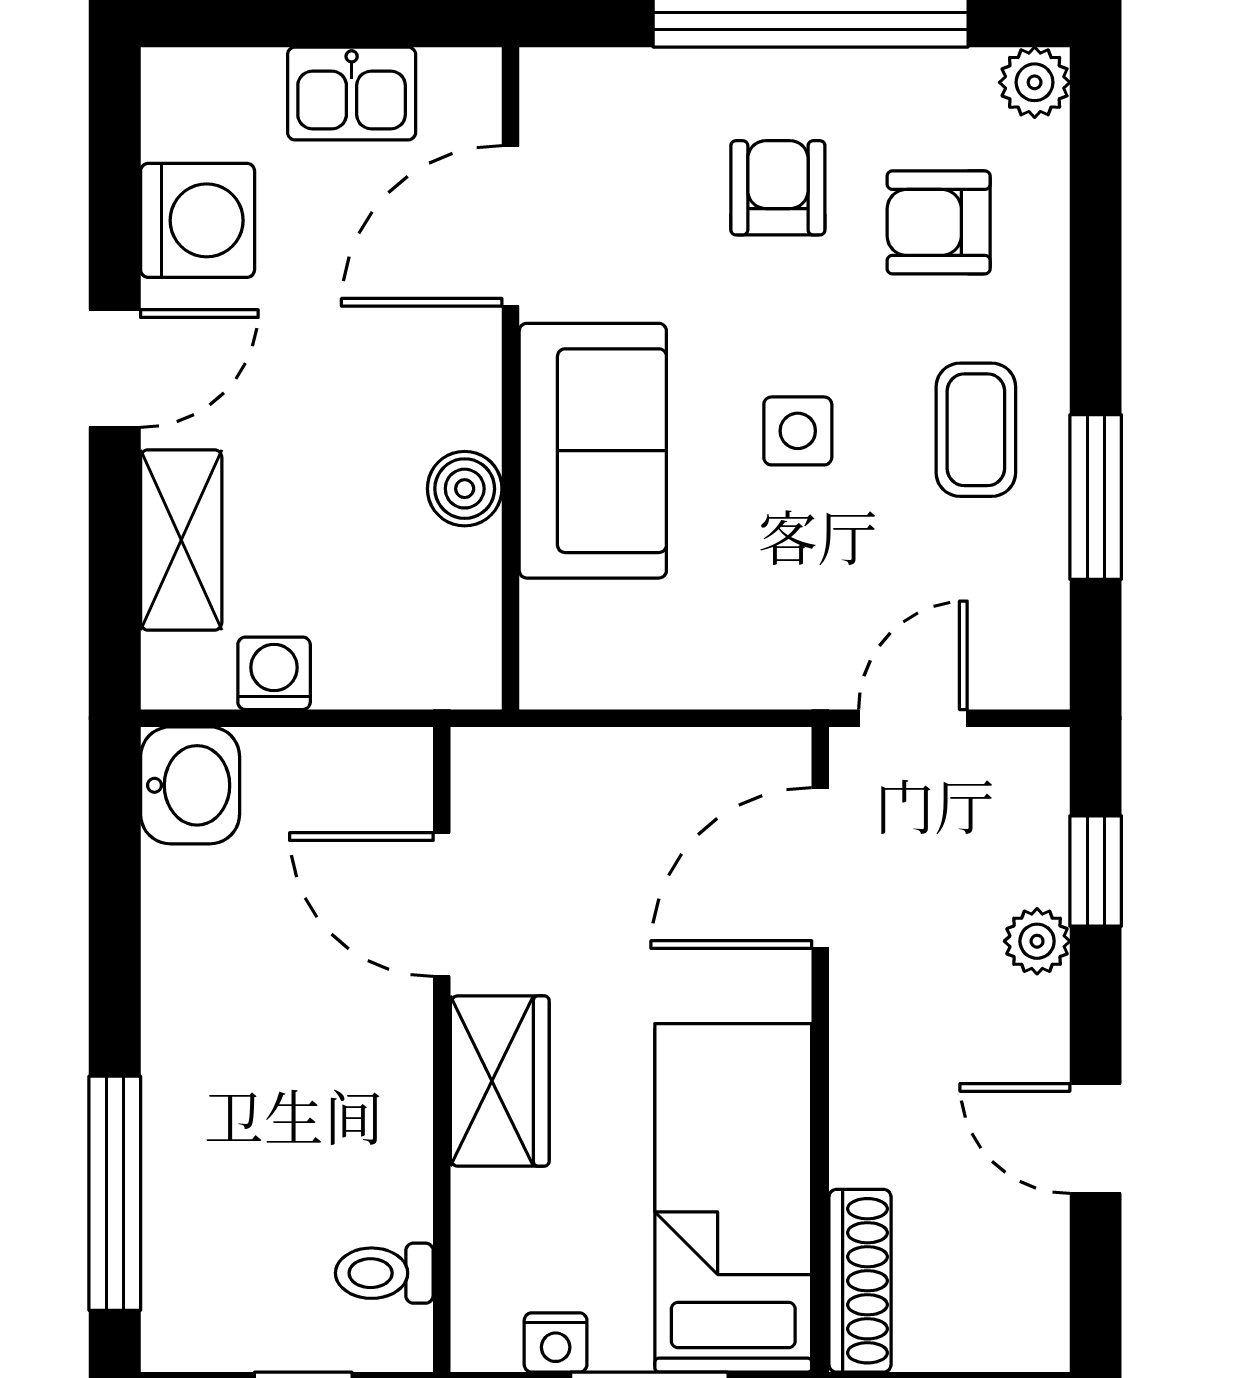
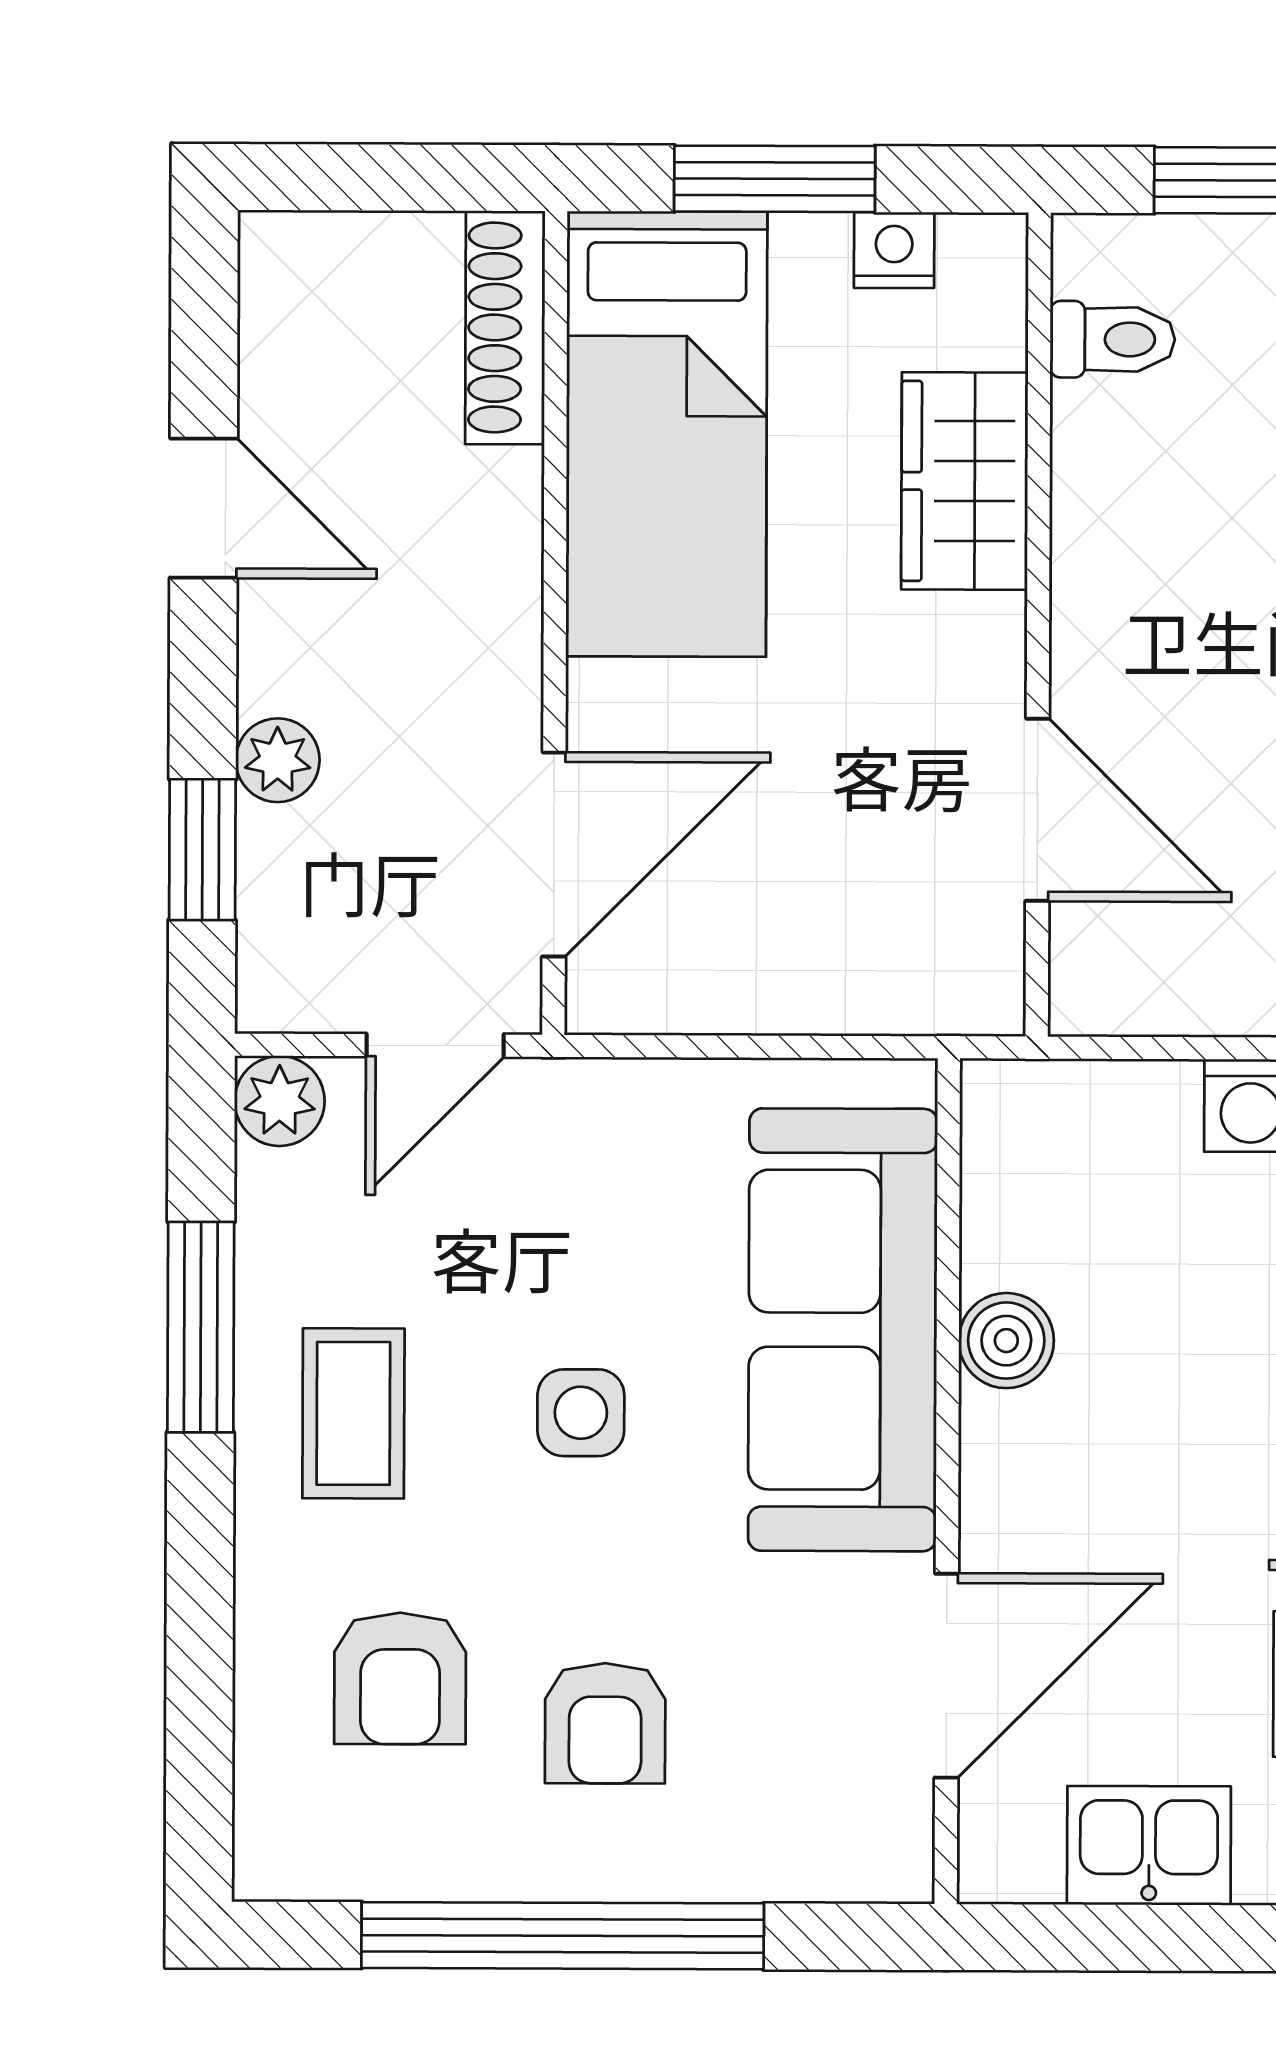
plant: (1035, 82) -> (280, 1101), moved
armchair: (939, 222) -> (400, 1678), turned 90
sofa: (593, 451) -> (843, 1330), width x1.36
wardrobe: (500, 1081) -> (965, 481), moved

